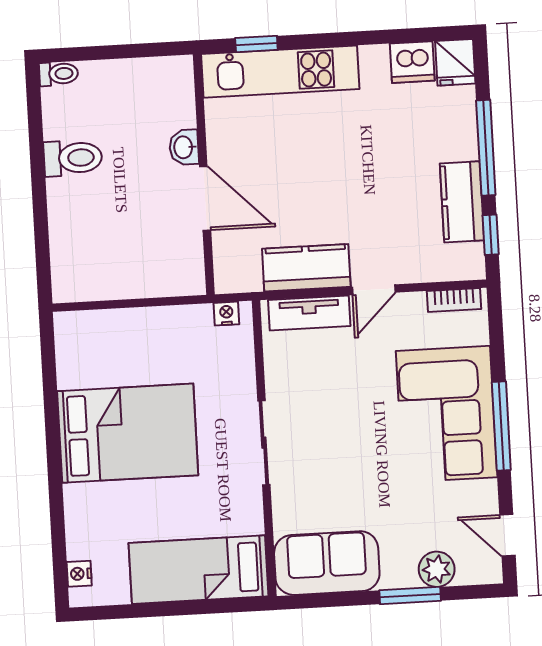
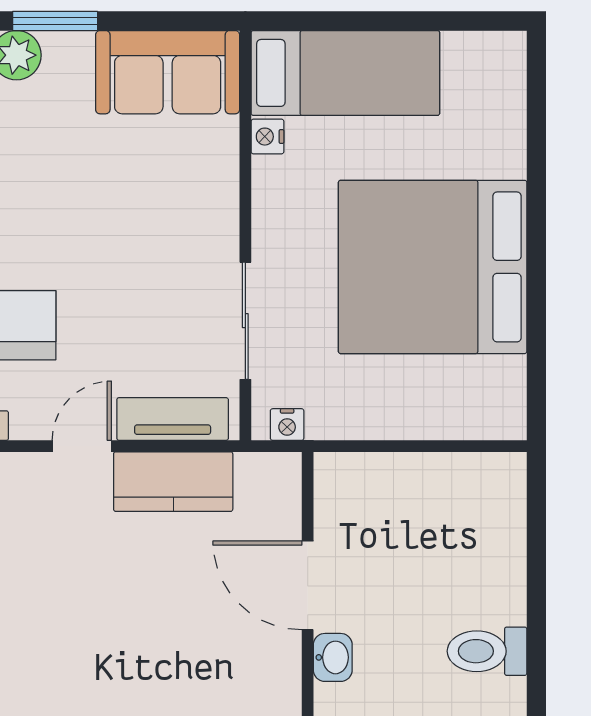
bed: (128, 433) -> (433, 267), width x1.36
sliding door: (264, 443) -> (245, 321), moved
nightstand: (79, 574) -> (267, 137), moved, turned 180

